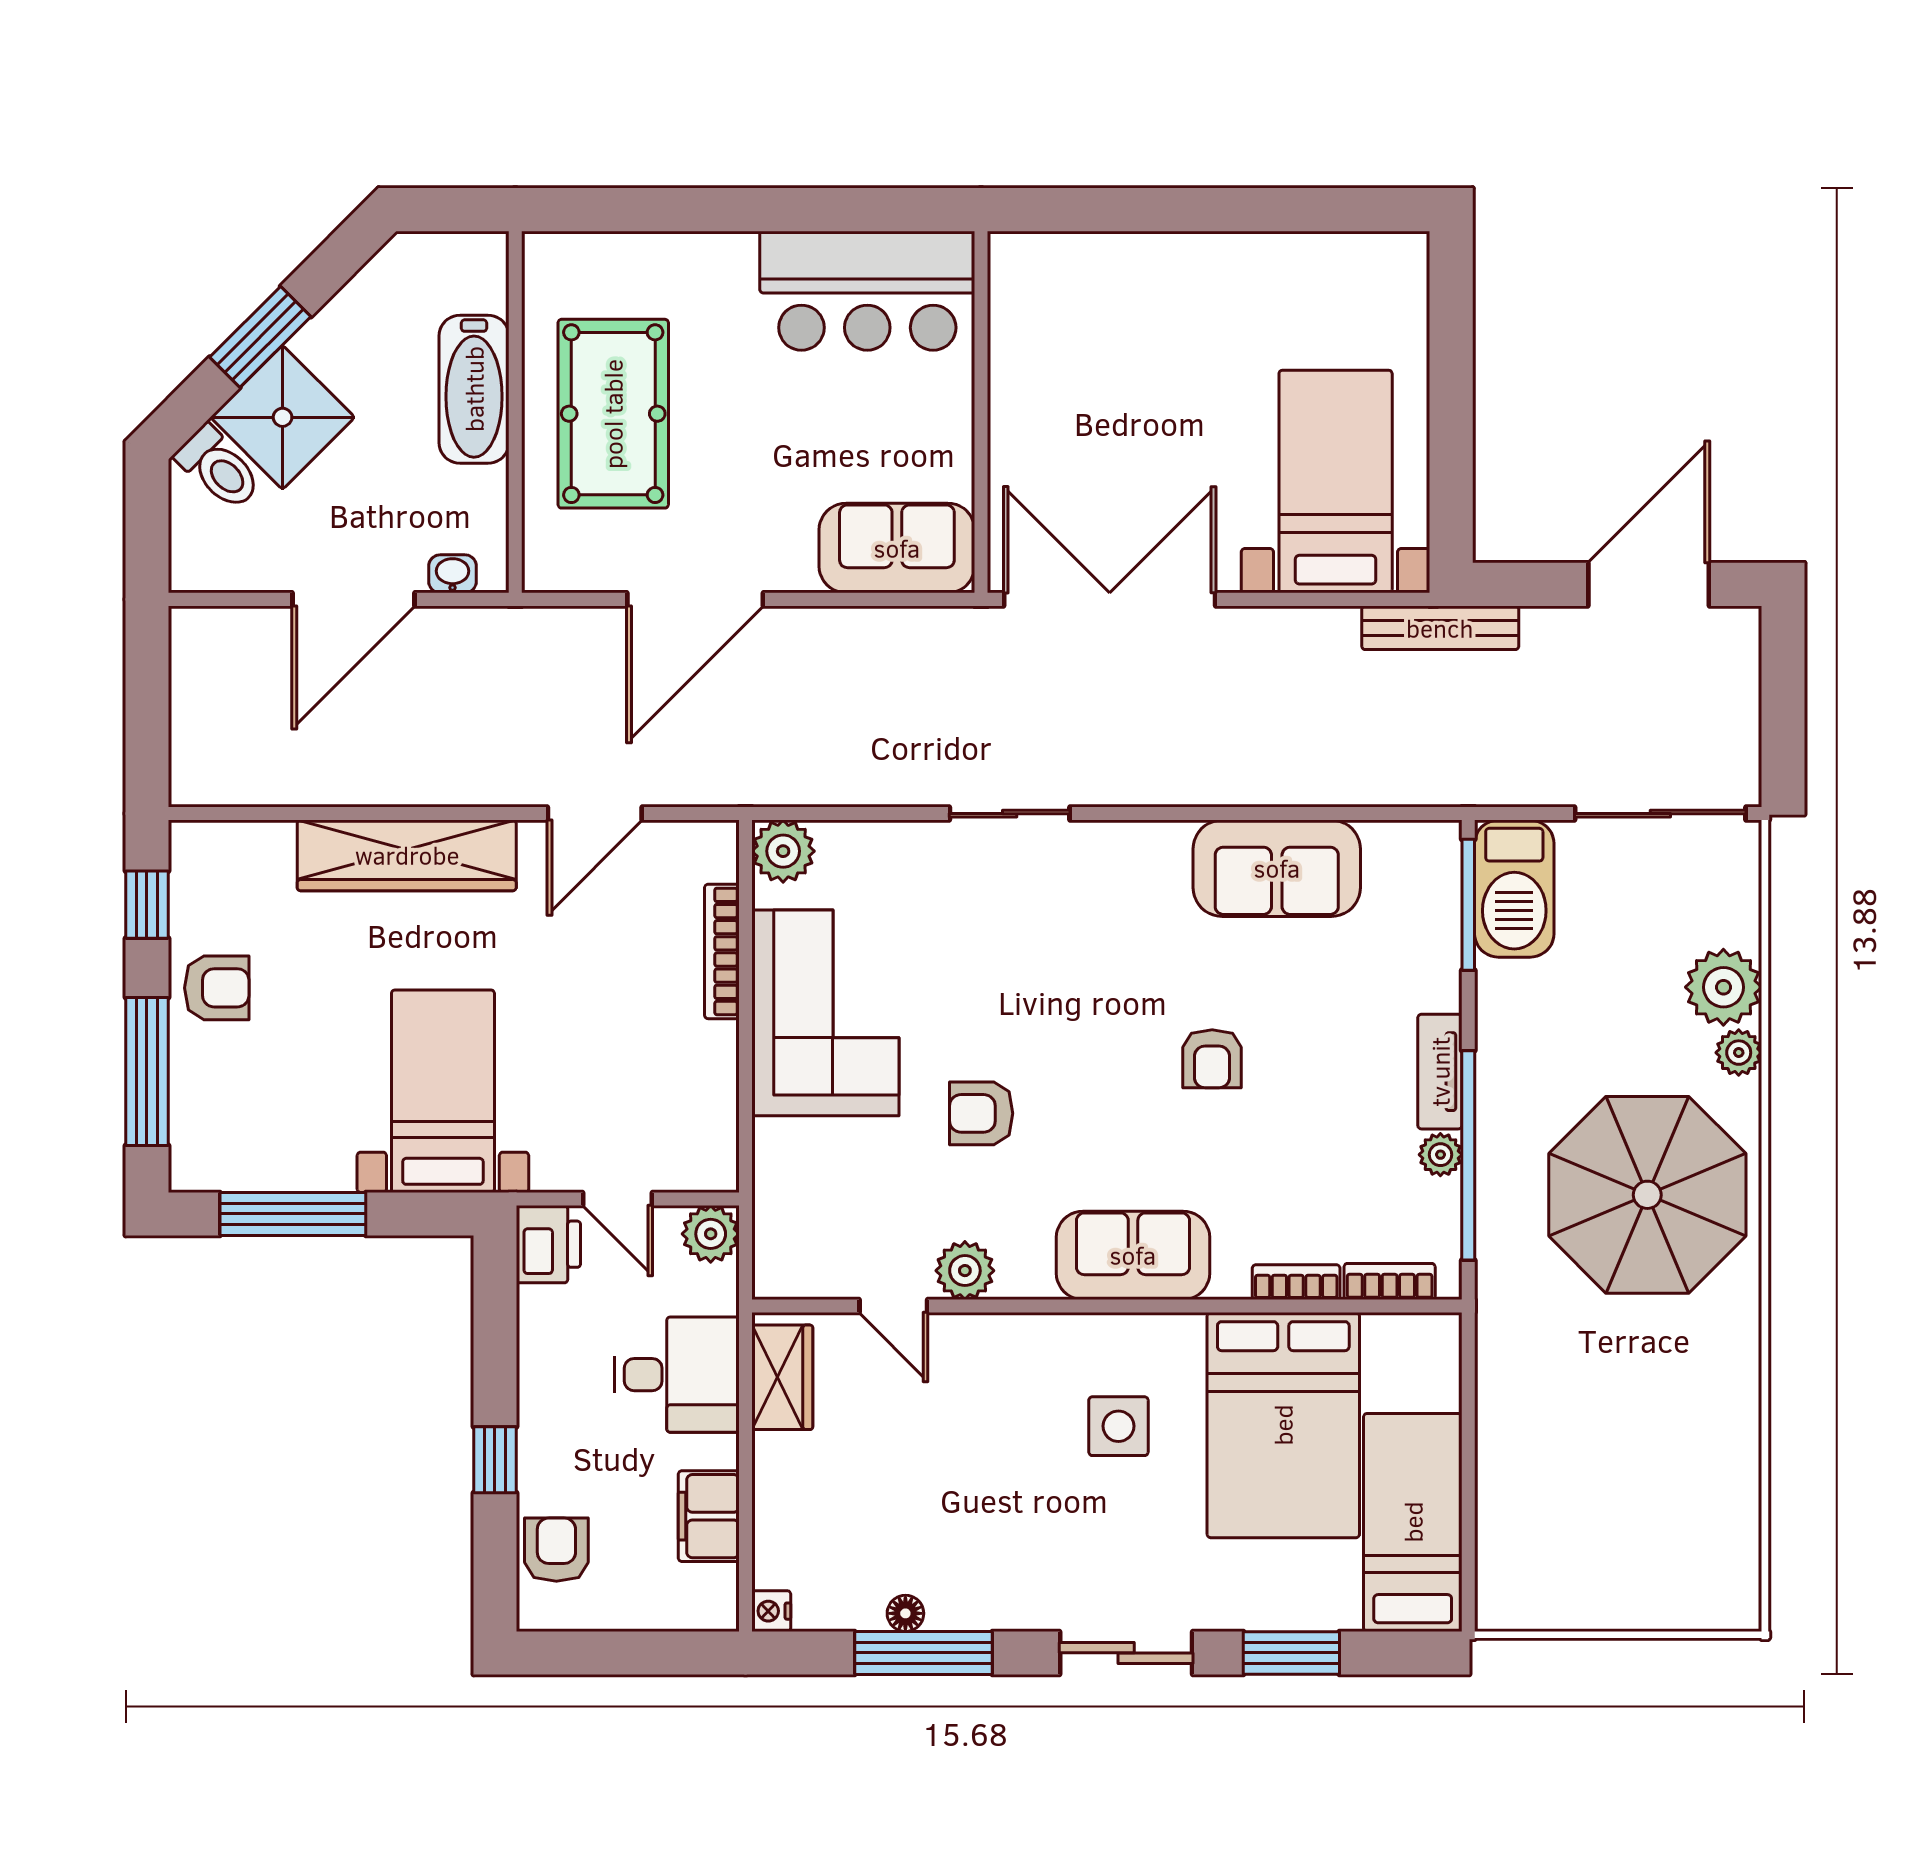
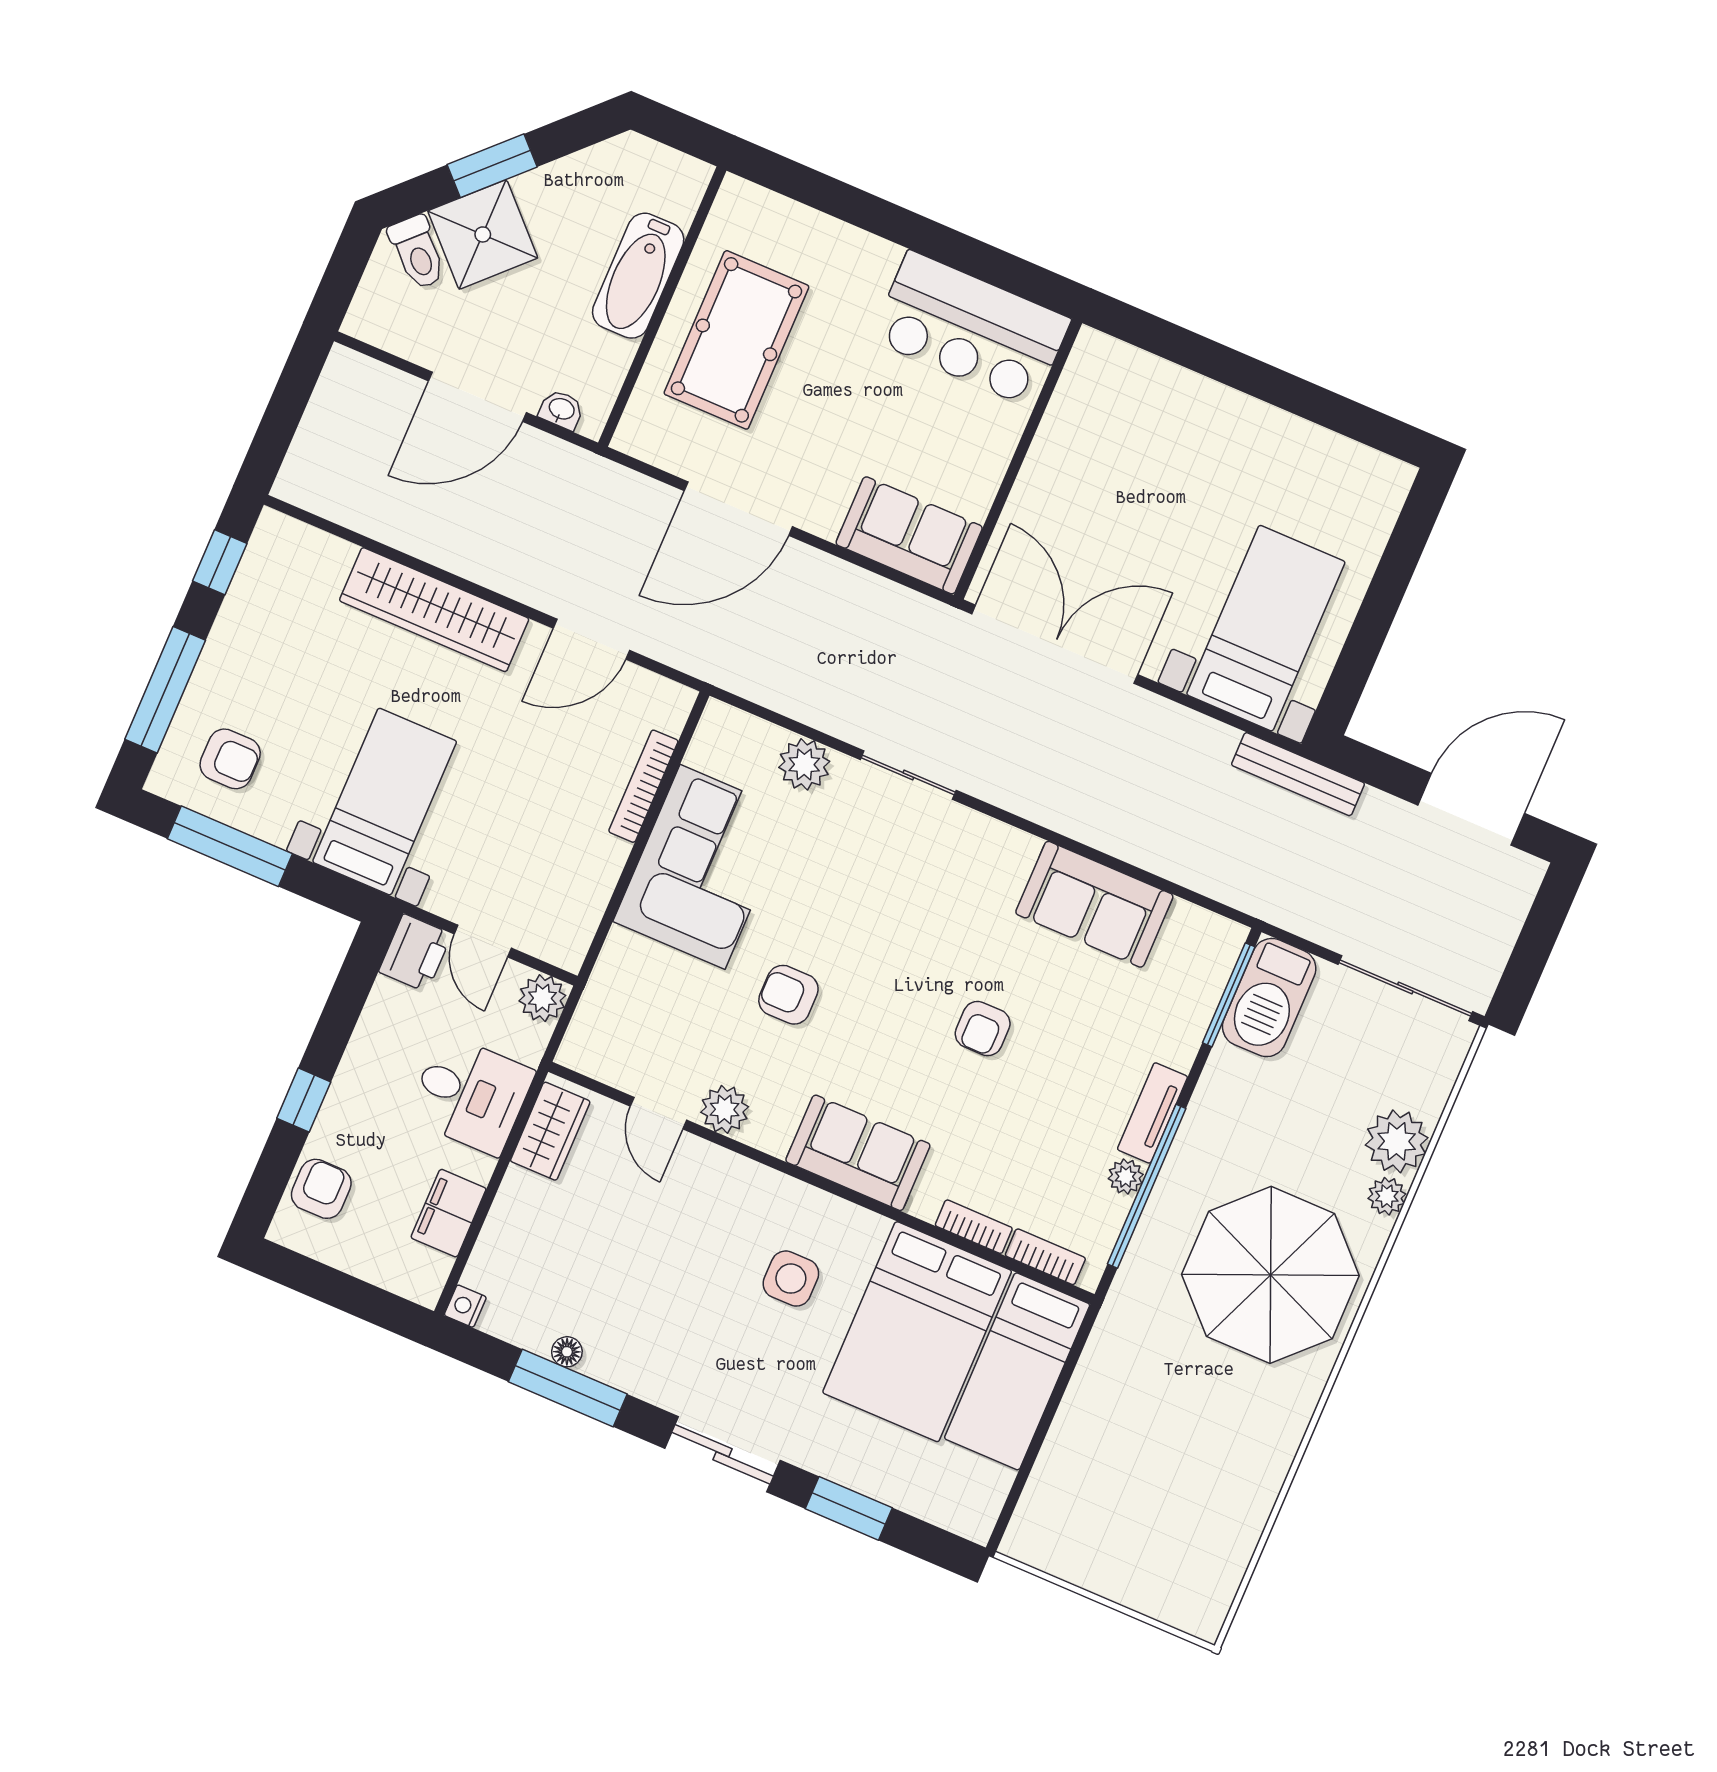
plant: (783, 851) -> (804, 764), moved
armchair: (217, 988) -> (230, 759), moved
bed: (1413, 1522) -> (1017, 1371), moved, turned 180

